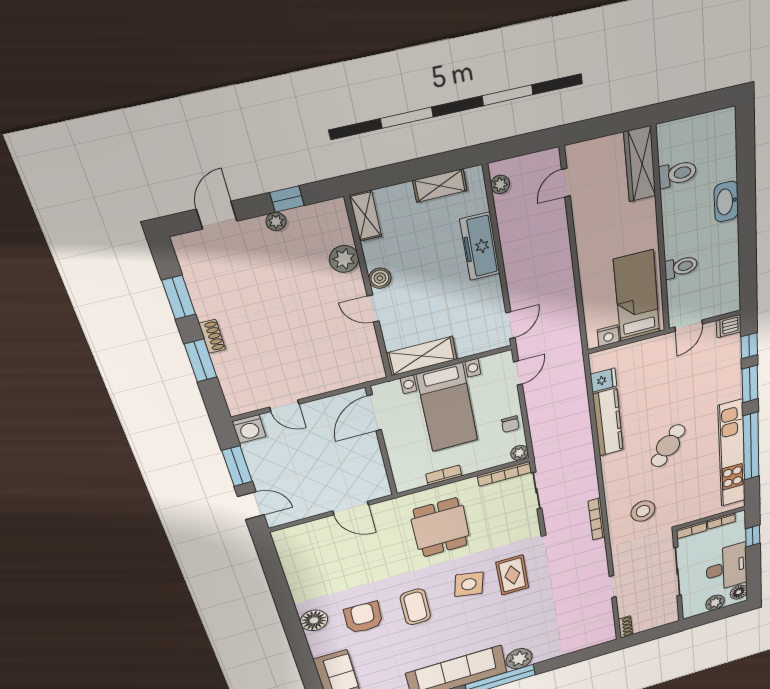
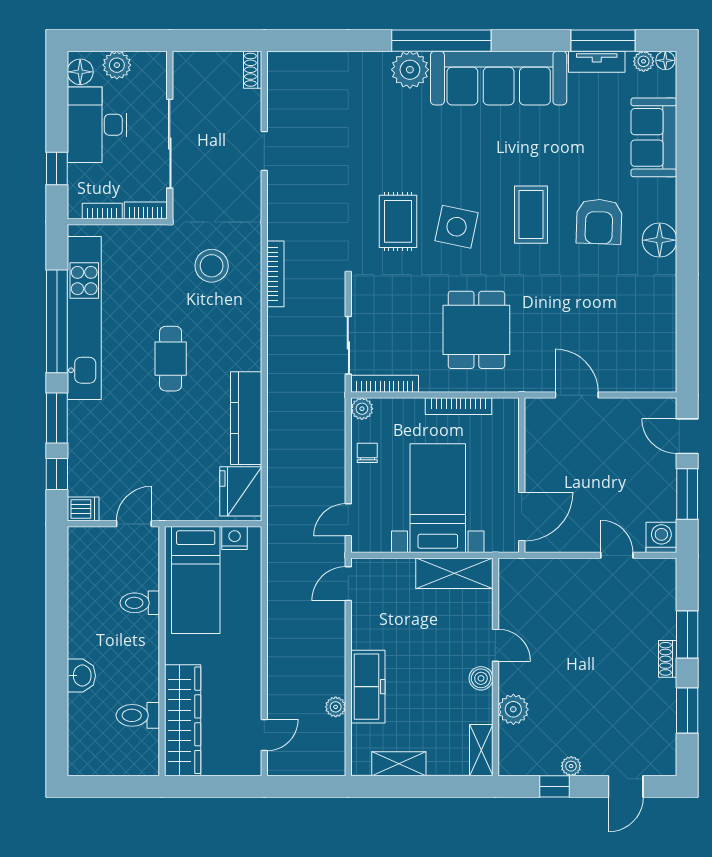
wardrobe: (640, 164) -> (183, 720), width x1.40, depth x1.17
plant: (500, 184) -> (336, 707), moved
washbasin: (726, 202) -> (81, 676), width x0.72
fridge: (604, 380) -> (241, 491), width x1.88, depth x1.34
cafe table: (668, 446) -> (171, 359), turned -36
bookcase: (444, 475) -> (458, 406), width x1.56

